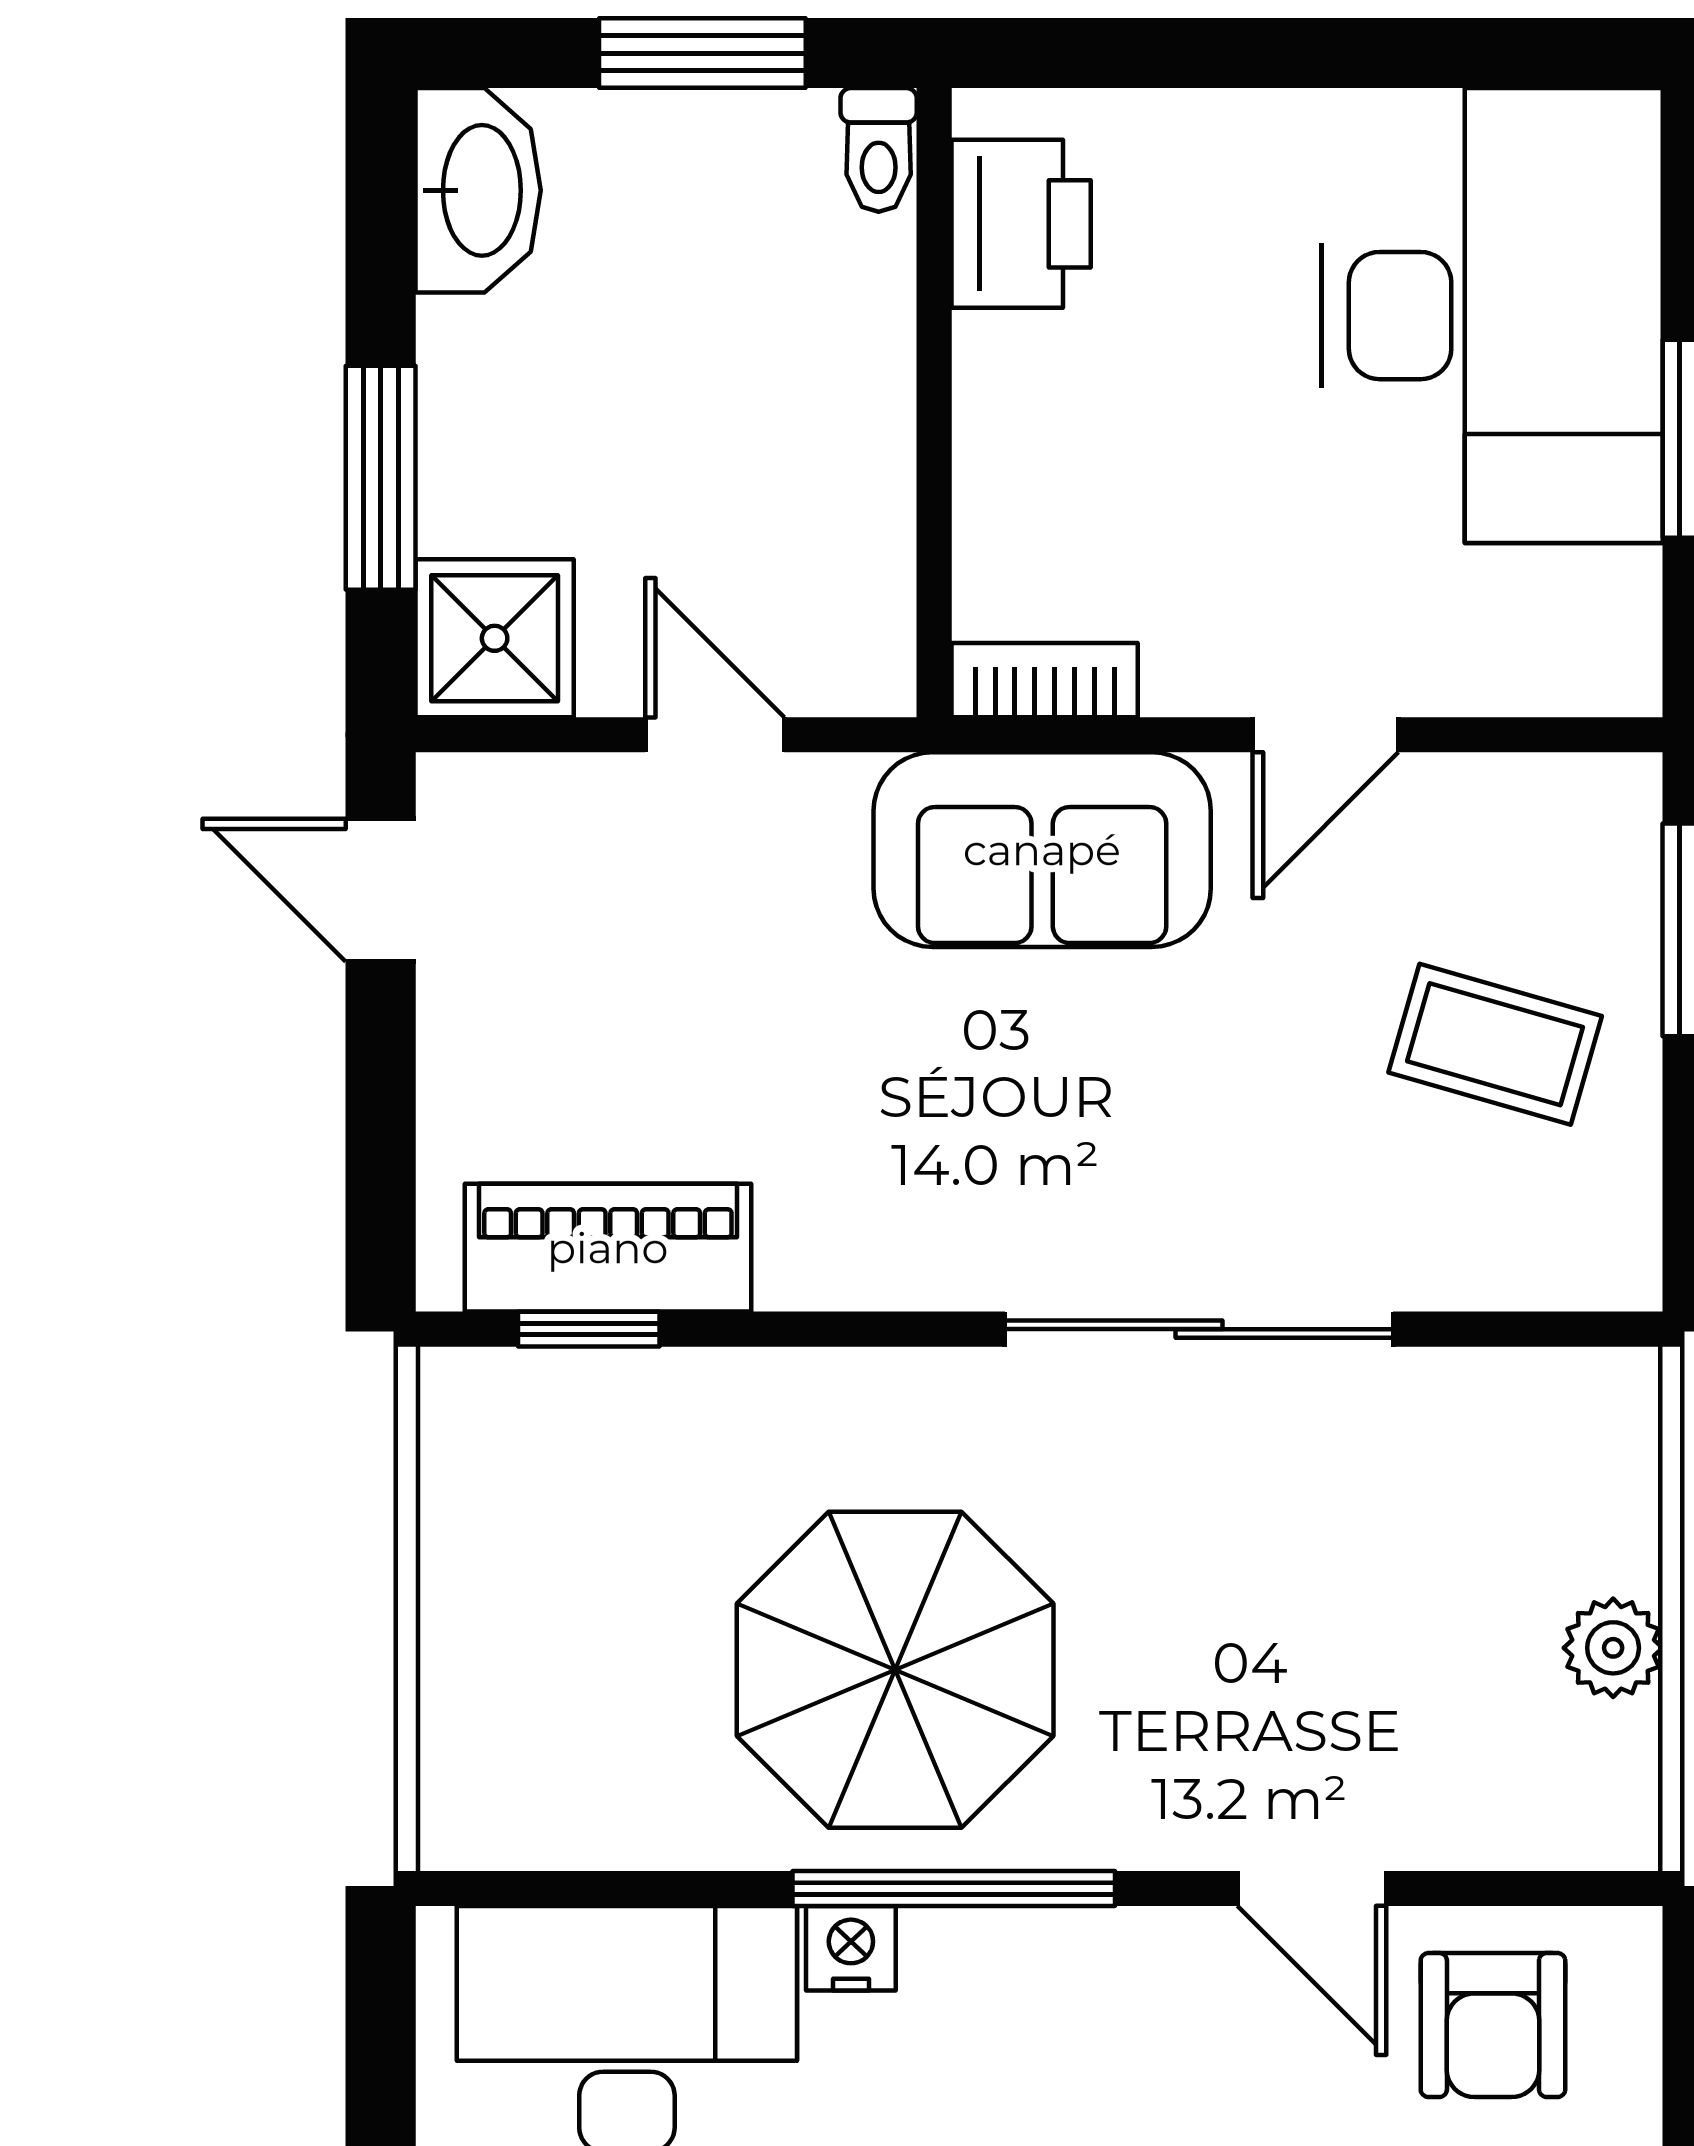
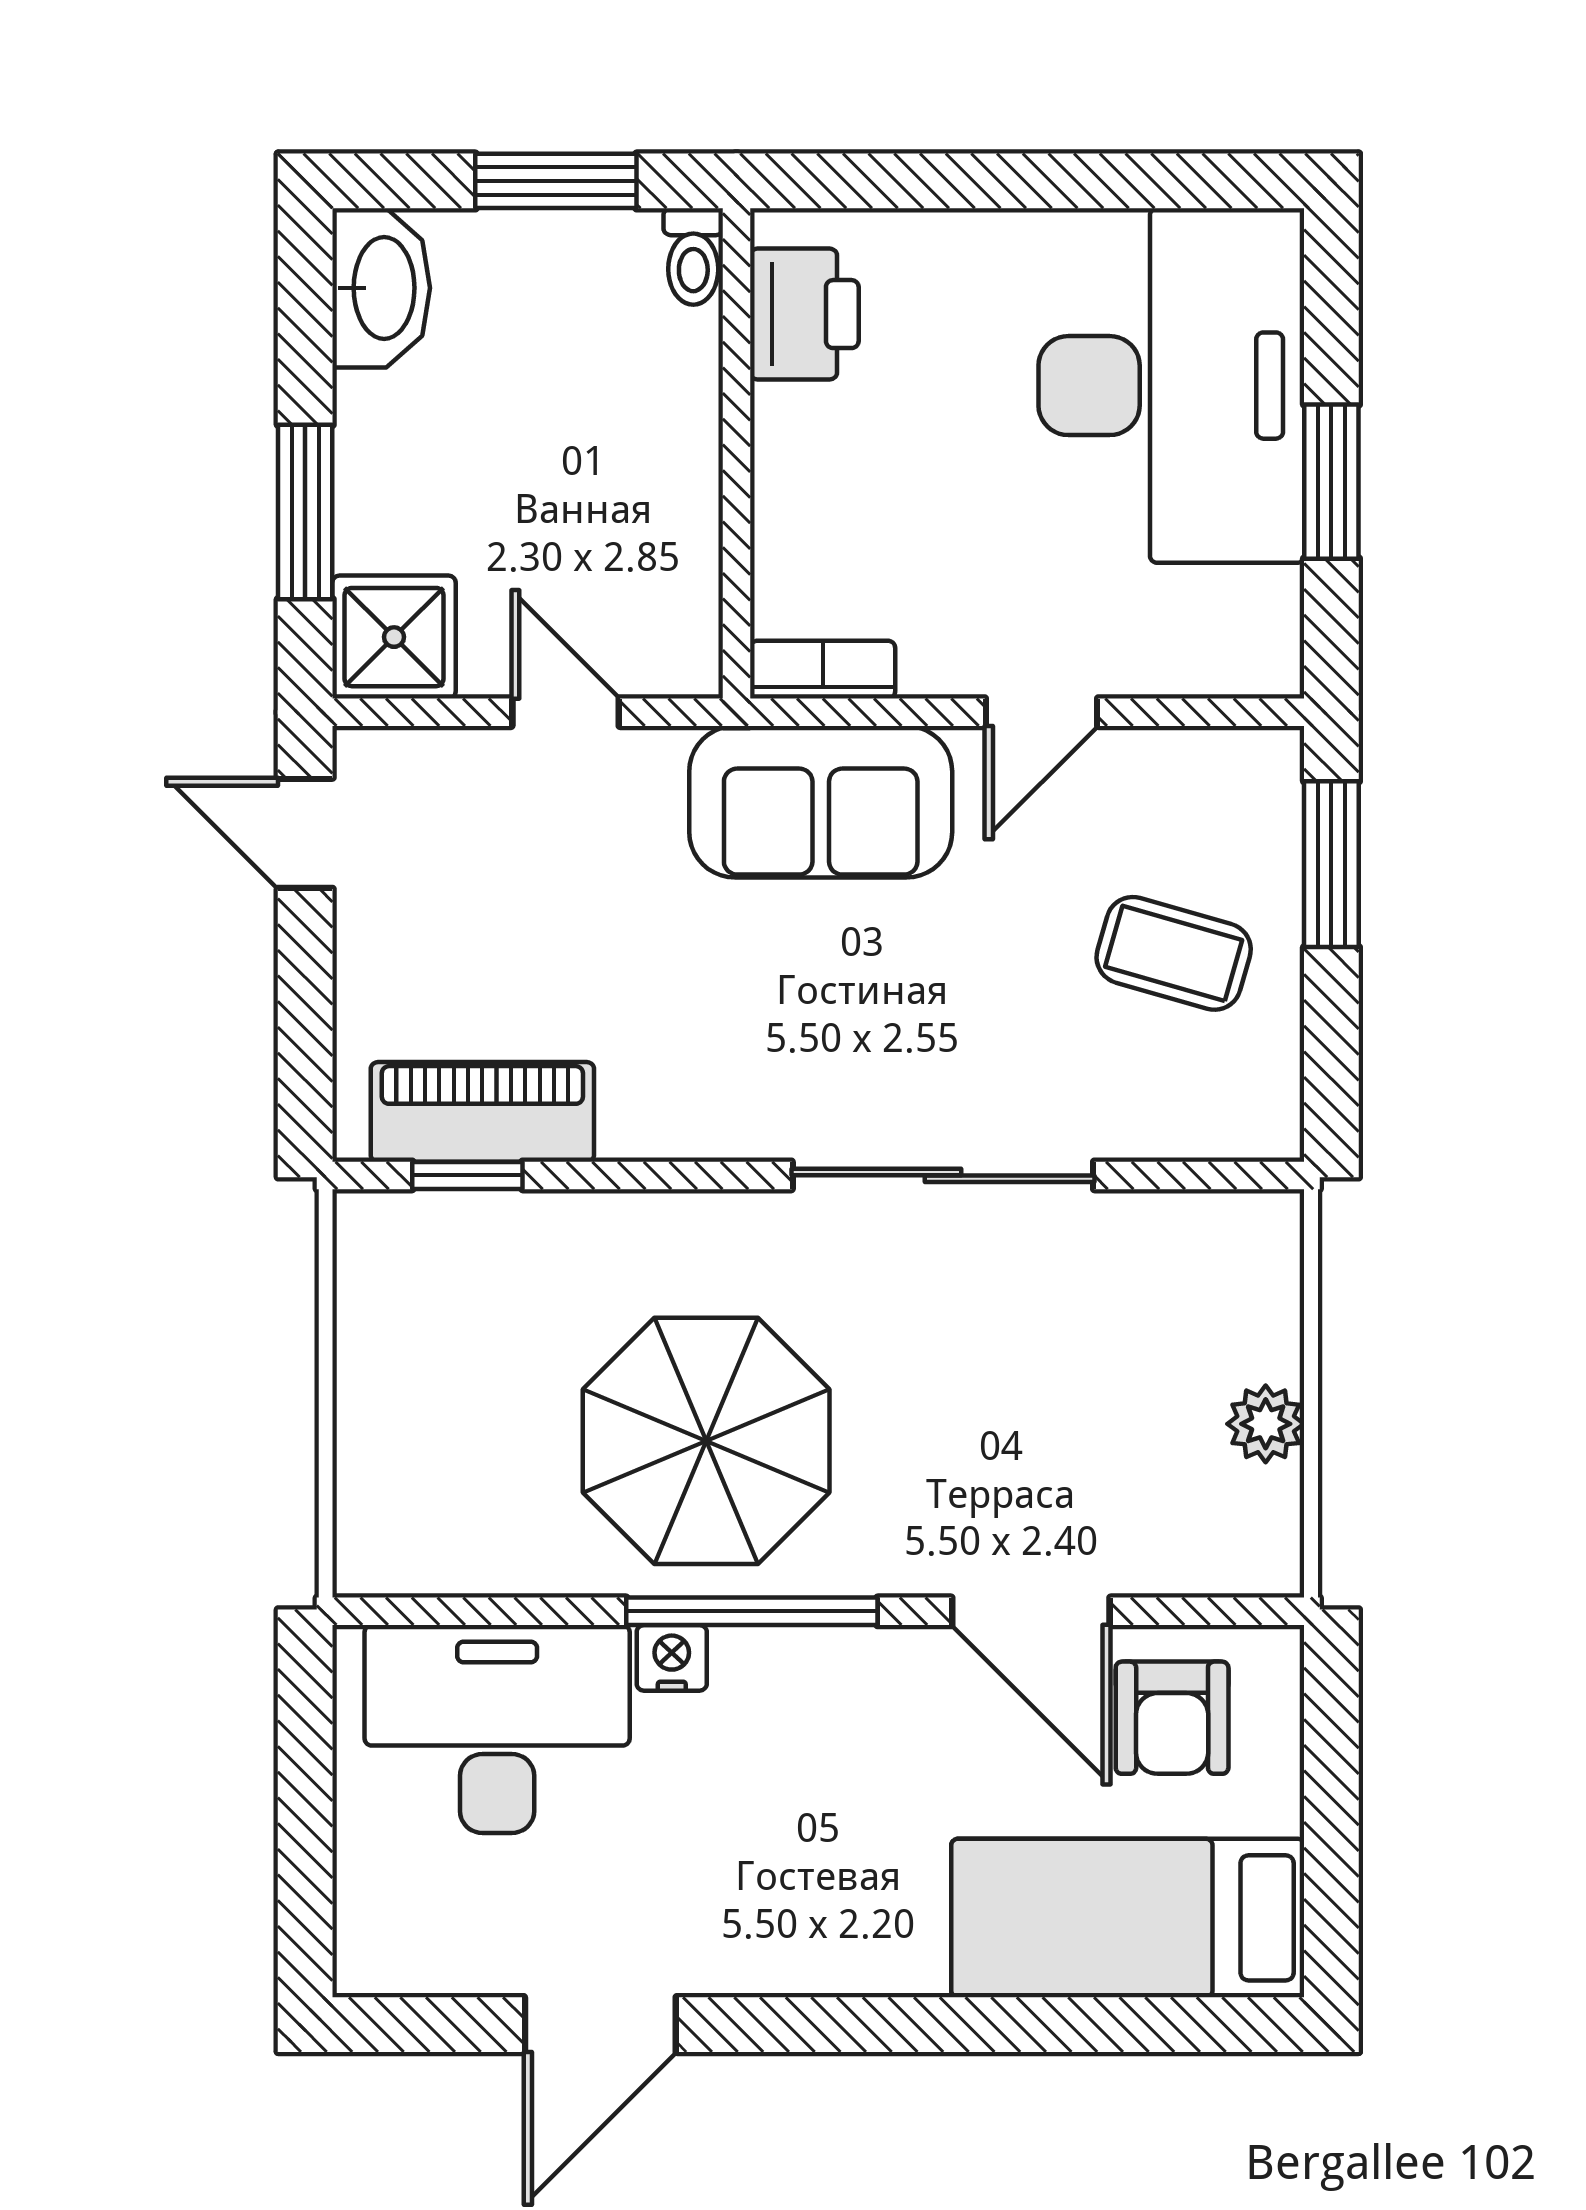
door: (1312, 1888) -> (1031, 1611), width x1.38

